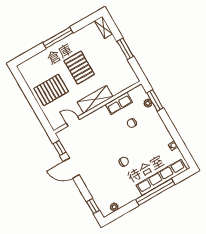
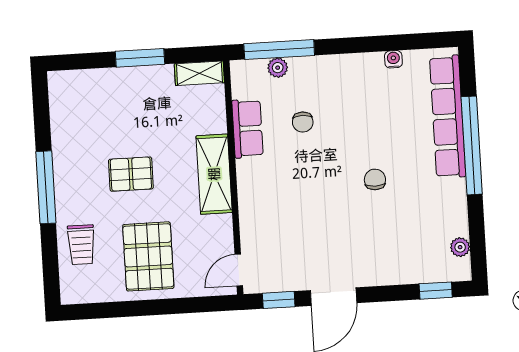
shelving: (104, 27) -> (199, 73), moved
trolley: (43, 62) -> (81, 245), added
pallet: (79, 68) -> (131, 174), width x0.67, depth x0.71
window: (155, 100) -> (279, 50), width x1.44
door: (73, 121) -> (239, 270), moved

